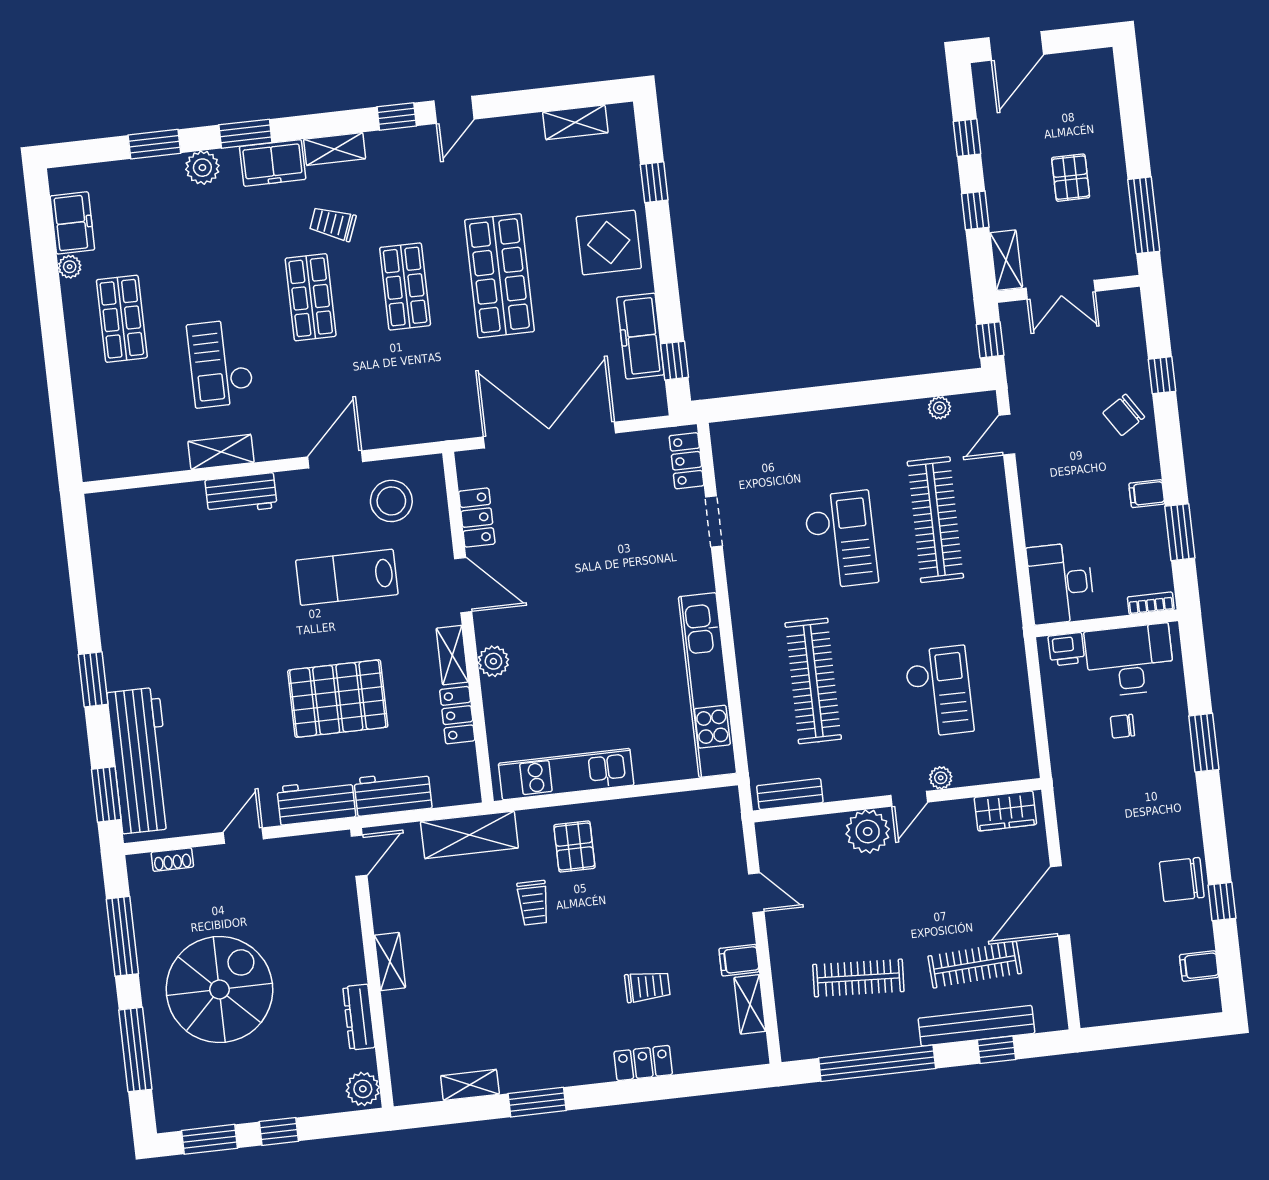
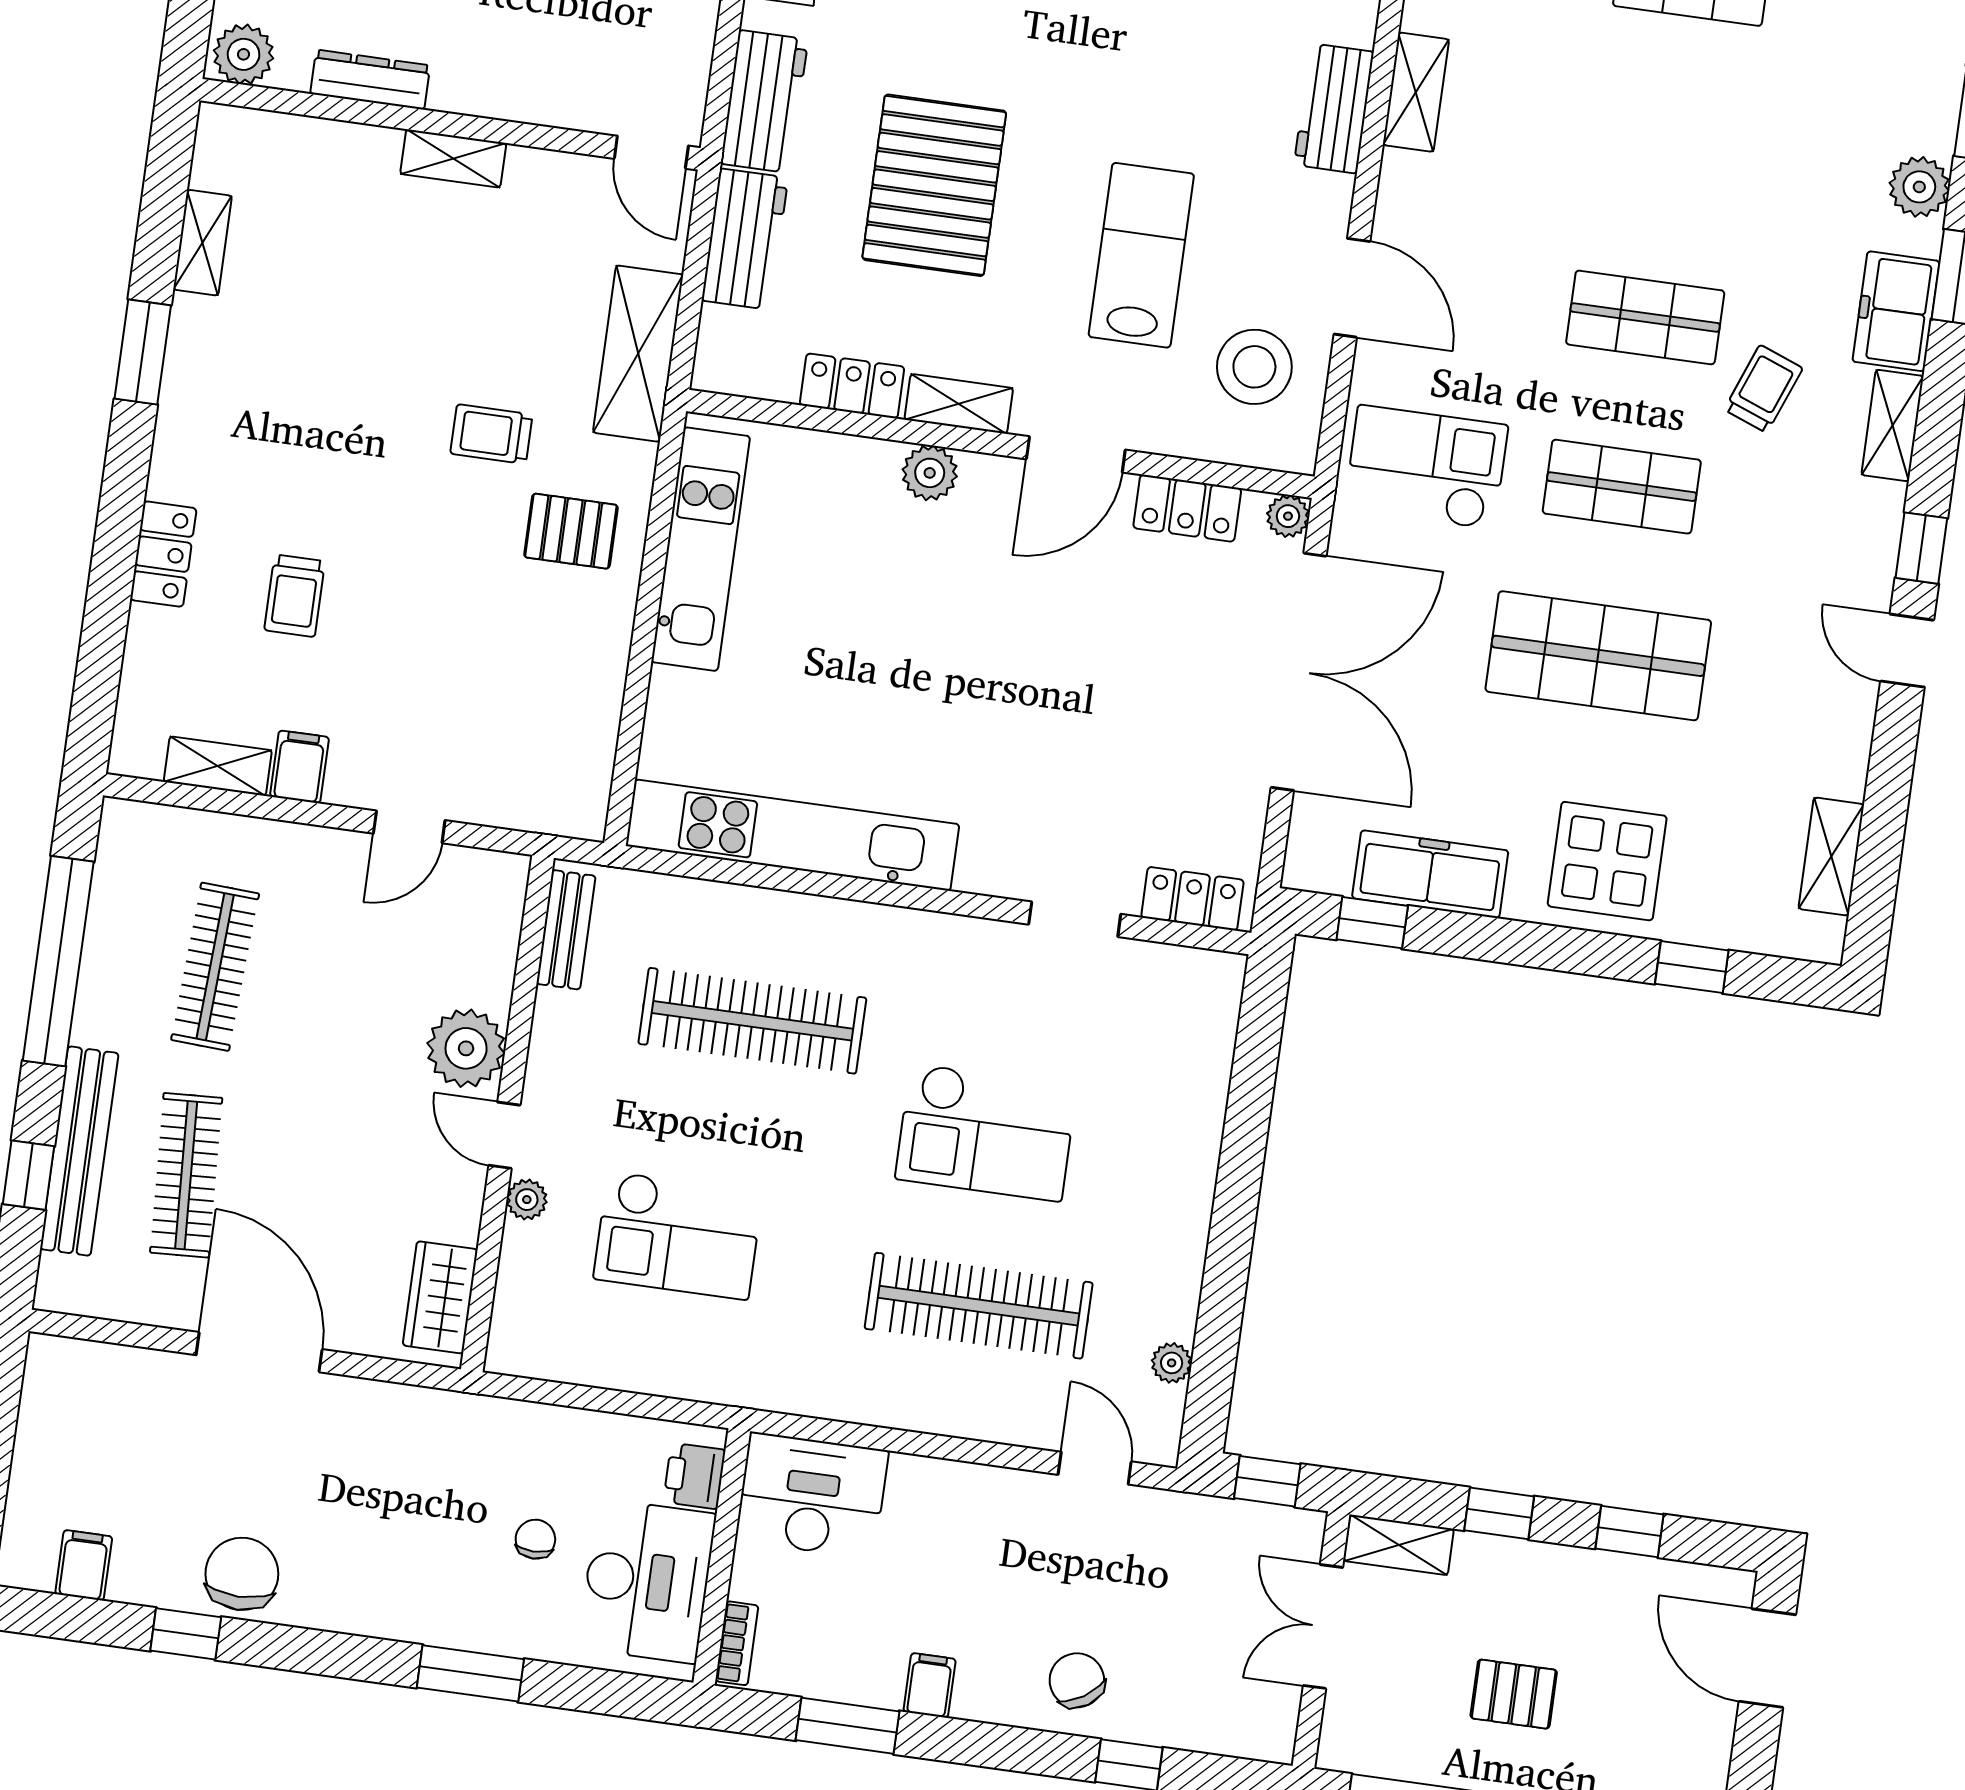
checkout: (220, 363) -> (1426, 467), moved
plant: (467, 462) -> (1288, 516), added

